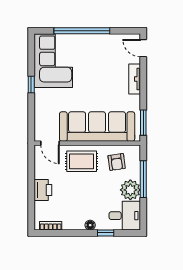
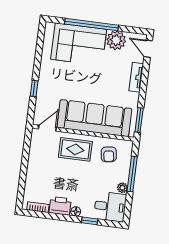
plant: (109, 44) -> (116, 40), added
corner sofa: (53, 61) -> (79, 44), moved, turned 90
window: (31, 84) -> (34, 88), moved
door: (50, 143) -> (47, 128), swing flipped
printer: (43, 190) -> (60, 206), moved, turned -90
plant: (130, 190) -> (122, 188), width x0.53, depth x0.53

